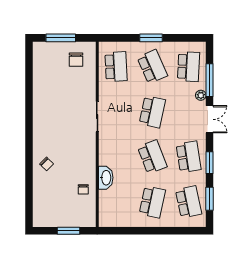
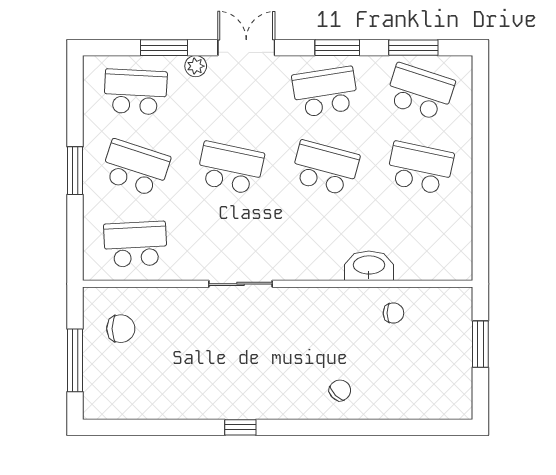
school desk: (152, 67) -> (135, 168), turned 42
window: (210, 80) -> (164, 48), width x0.69
window: (29, 116) -> (240, 427), added
school desk: (152, 157) -> (325, 168), turned 36
school desk: (189, 202) -> (420, 92), turned 30

